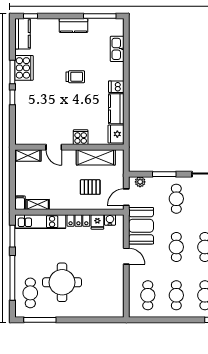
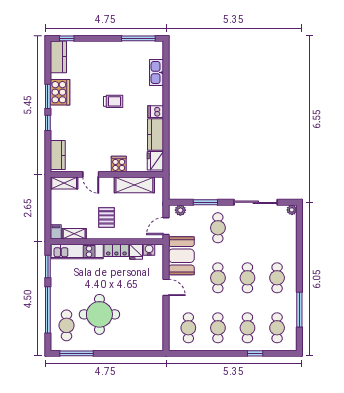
kitchen counter: (73, 26) -> (58, 155), moved, turned -90
pallet: (90, 187) -> (106, 217), moved, turned 90

